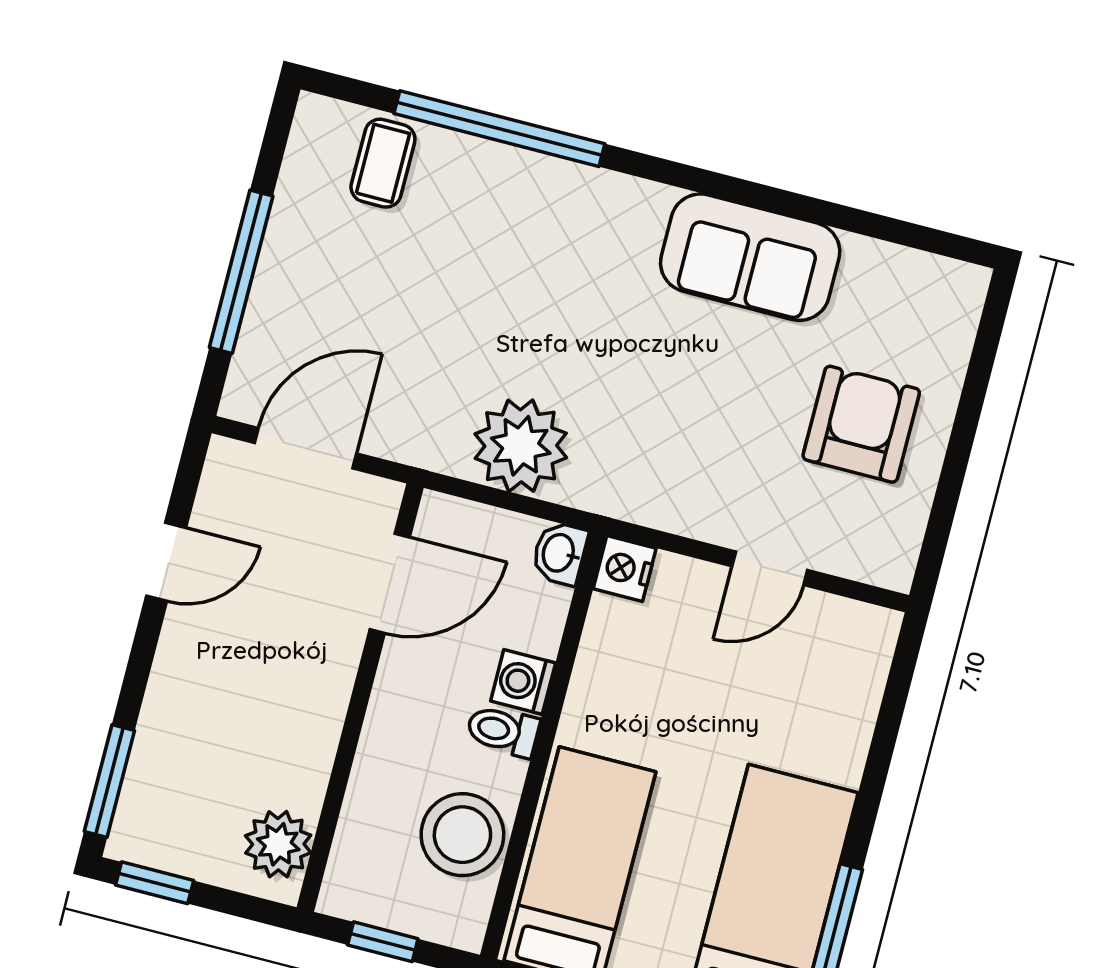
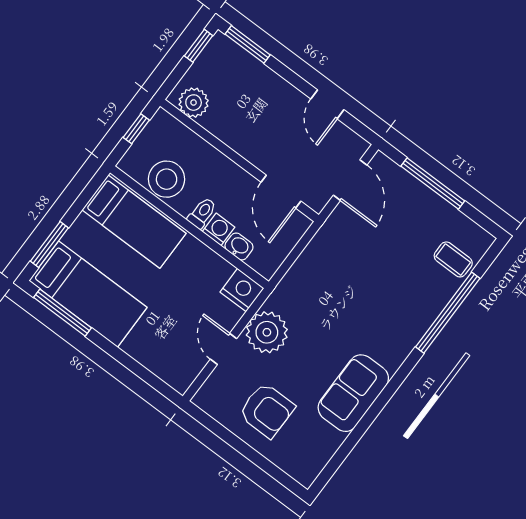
plant: (521, 446) -> (267, 332), moved
washbasin: (560, 553) -> (239, 247), moved
nightstand: (625, 568) -> (242, 290), width x1.36, depth x1.33

